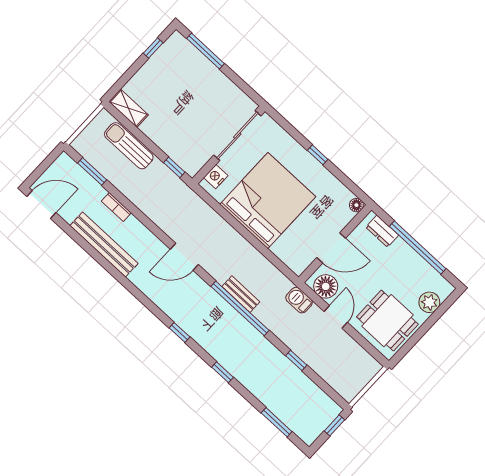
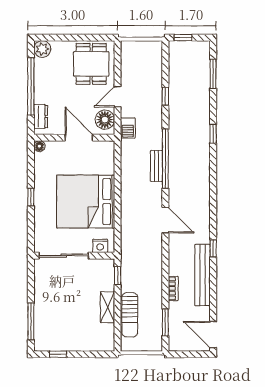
shelving: (129, 108) -> (108, 307), moved
plant: (429, 302) -> (42, 49), moved
window: (180, 332) -> (213, 248), moved

